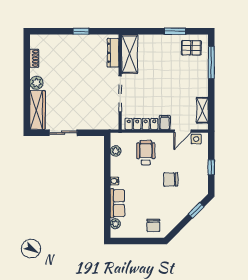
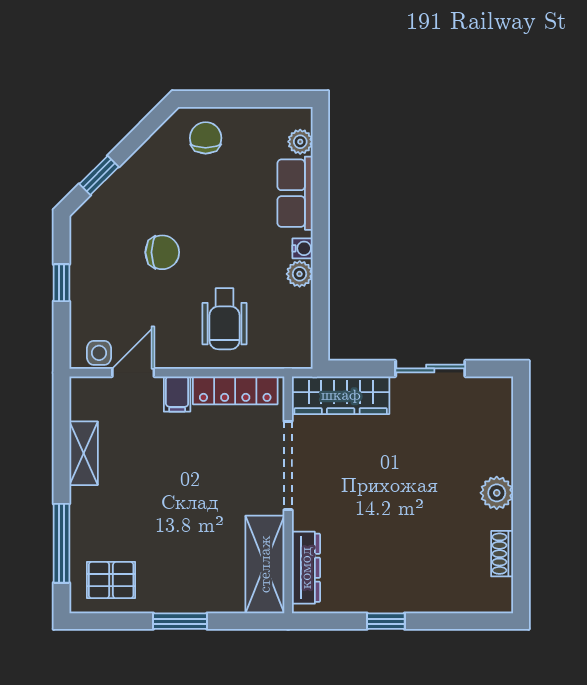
window: (175, 31) -> (180, 621), moved
wardrobe: (37, 110) -> (341, 395), moved, turned -90
shelving: (202, 110) -> (84, 453), moved
plant: (116, 151) -> (300, 274), moved

